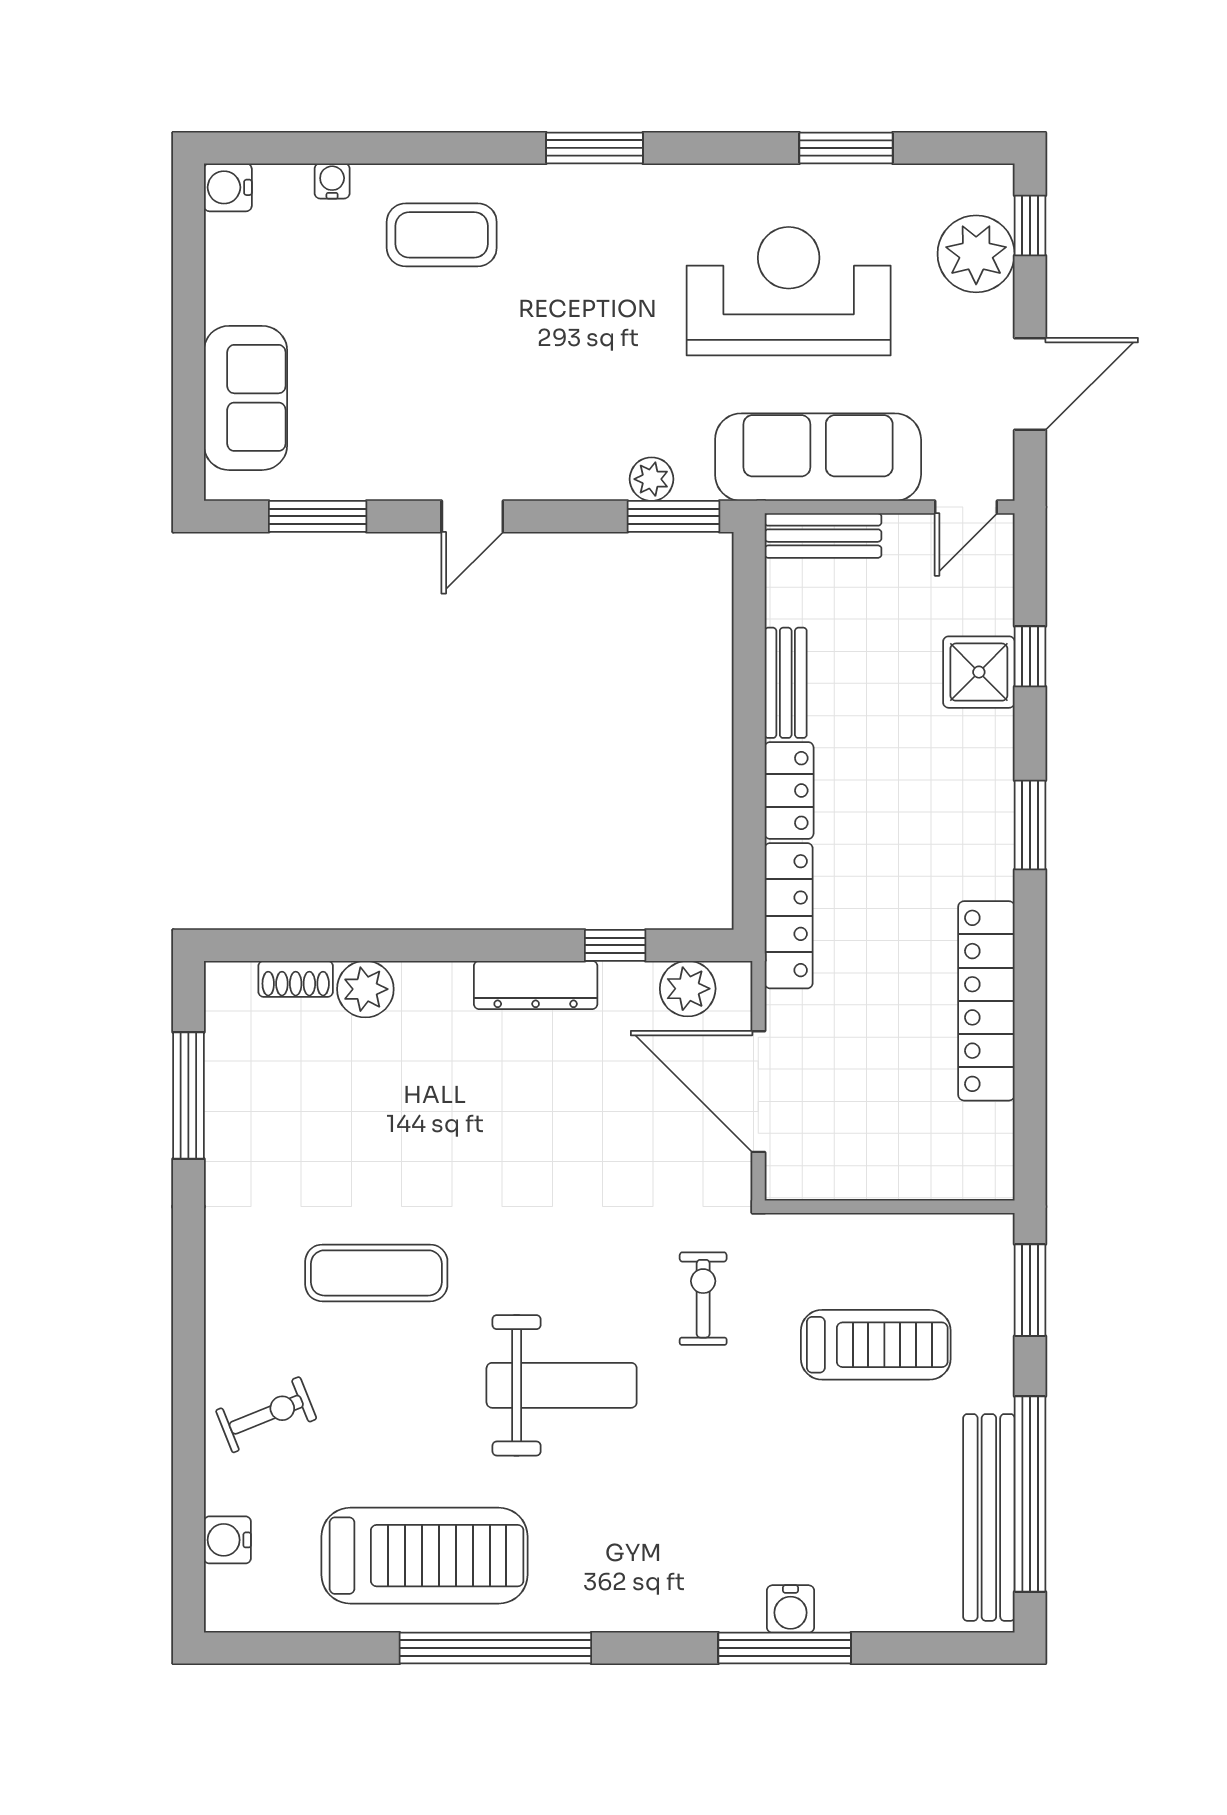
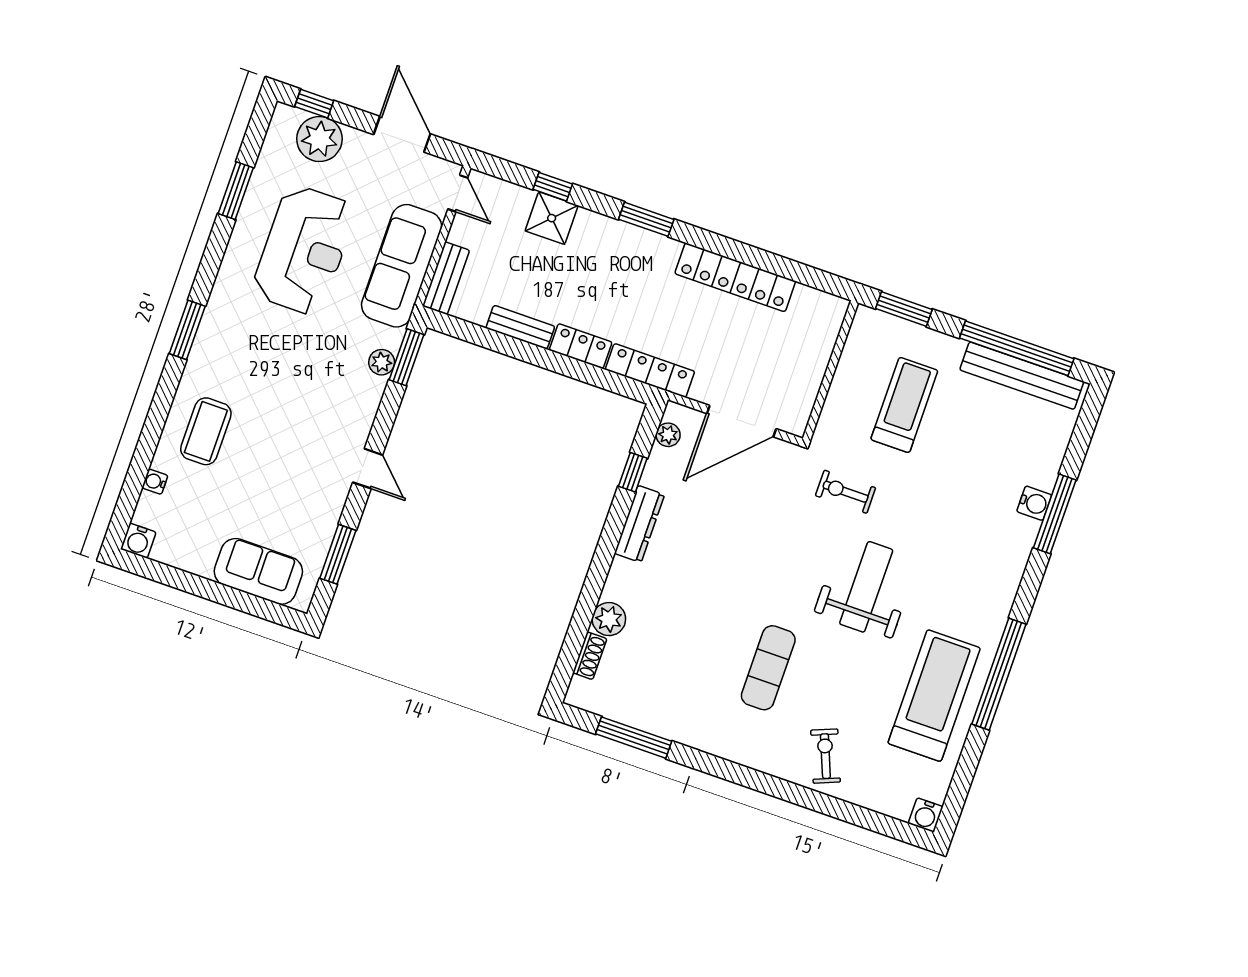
reception desk: (789, 291) -> (304, 250), turned 180
plant: (688, 989) -> (668, 435), width x0.73, depth x0.73
water cooler: (227, 1540) -> (926, 815), moved

